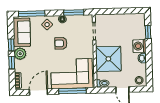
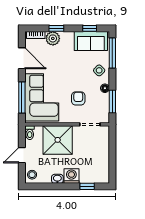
armchair: (61, 43) -> (78, 98), moved
window: (11, 45) -> (90, 28), moved
plant: (20, 54) -> (53, 38), moved

